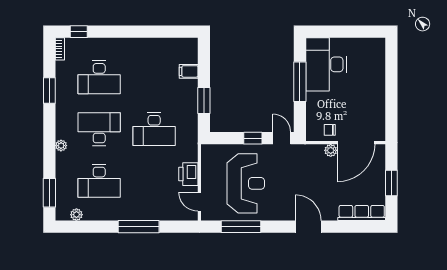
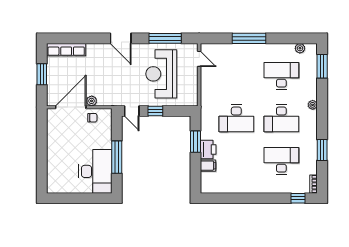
desk: (154, 129) -> (236, 118), turned 180
printer: (188, 174) -> (208, 150), moved
door: (308, 227) -> (121, 38), moved

